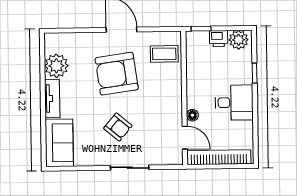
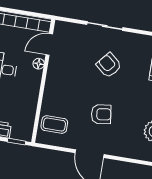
armchair: (117, 74) -> (101, 114), width x0.53, depth x0.53
door: (185, 138) -> (49, 44), hinge flipped

